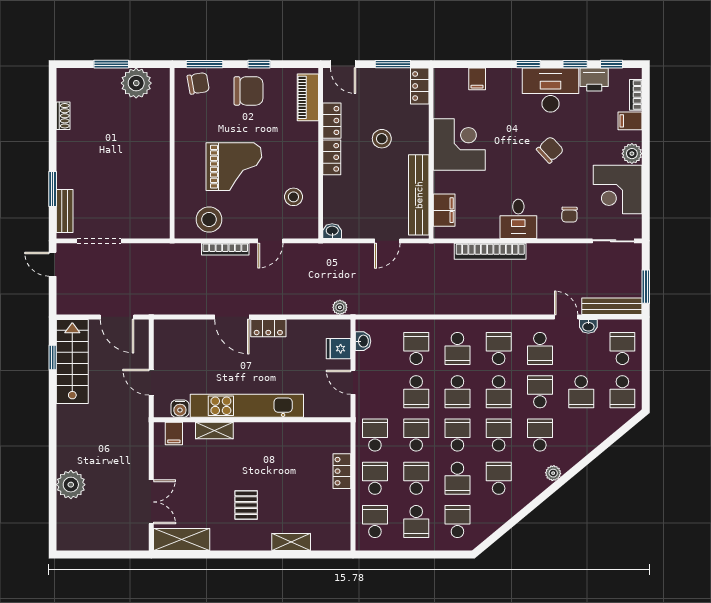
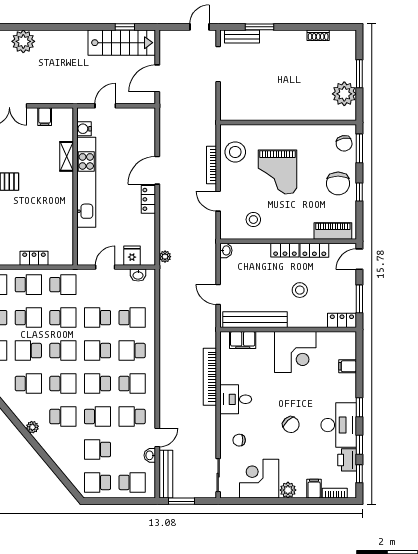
filing cabinet: (174, 433) -> (45, 117), moved, turned -90

